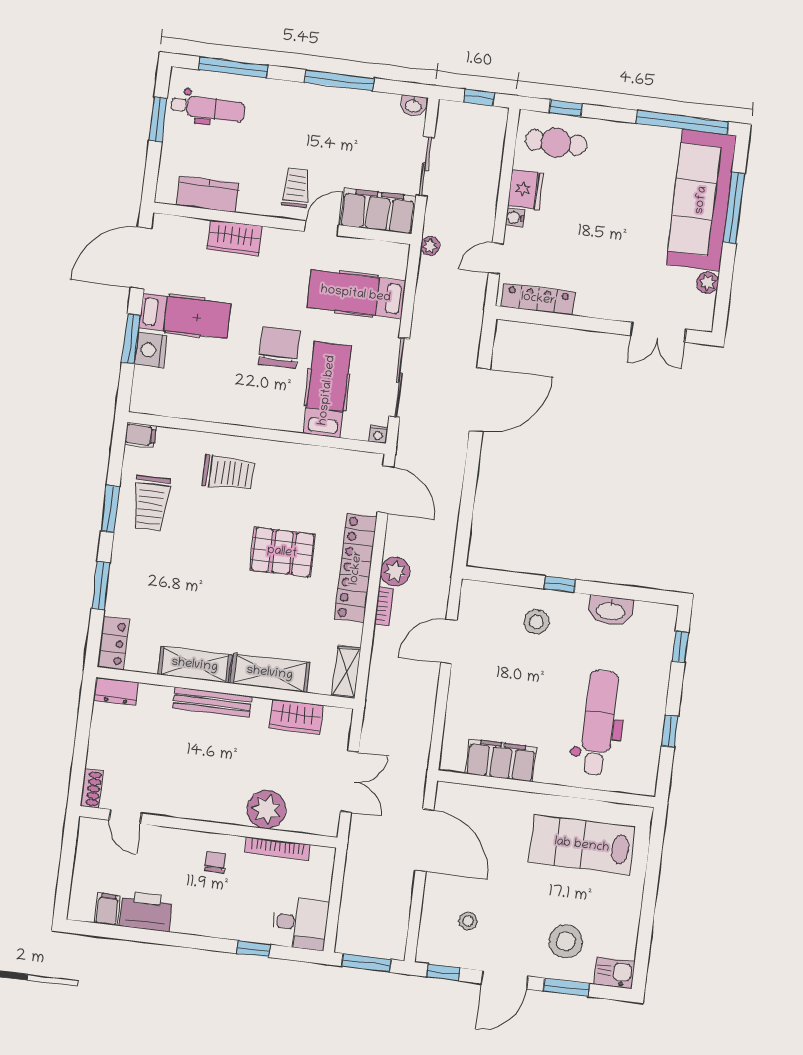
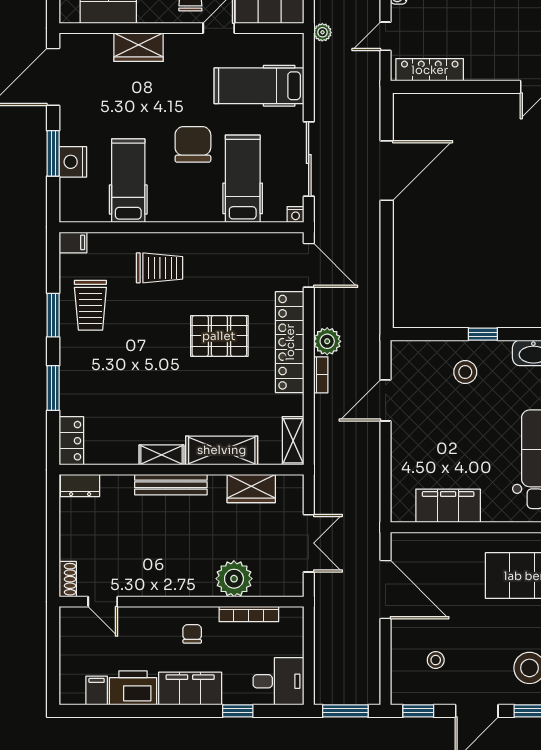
hospital bed: (185, 316) -> (128, 181), moved, turned -90
shelving: (195, 665) -> (161, 455), width x0.67, depth x0.75
filing cabinet: (206, 919) -> (190, 689), added

